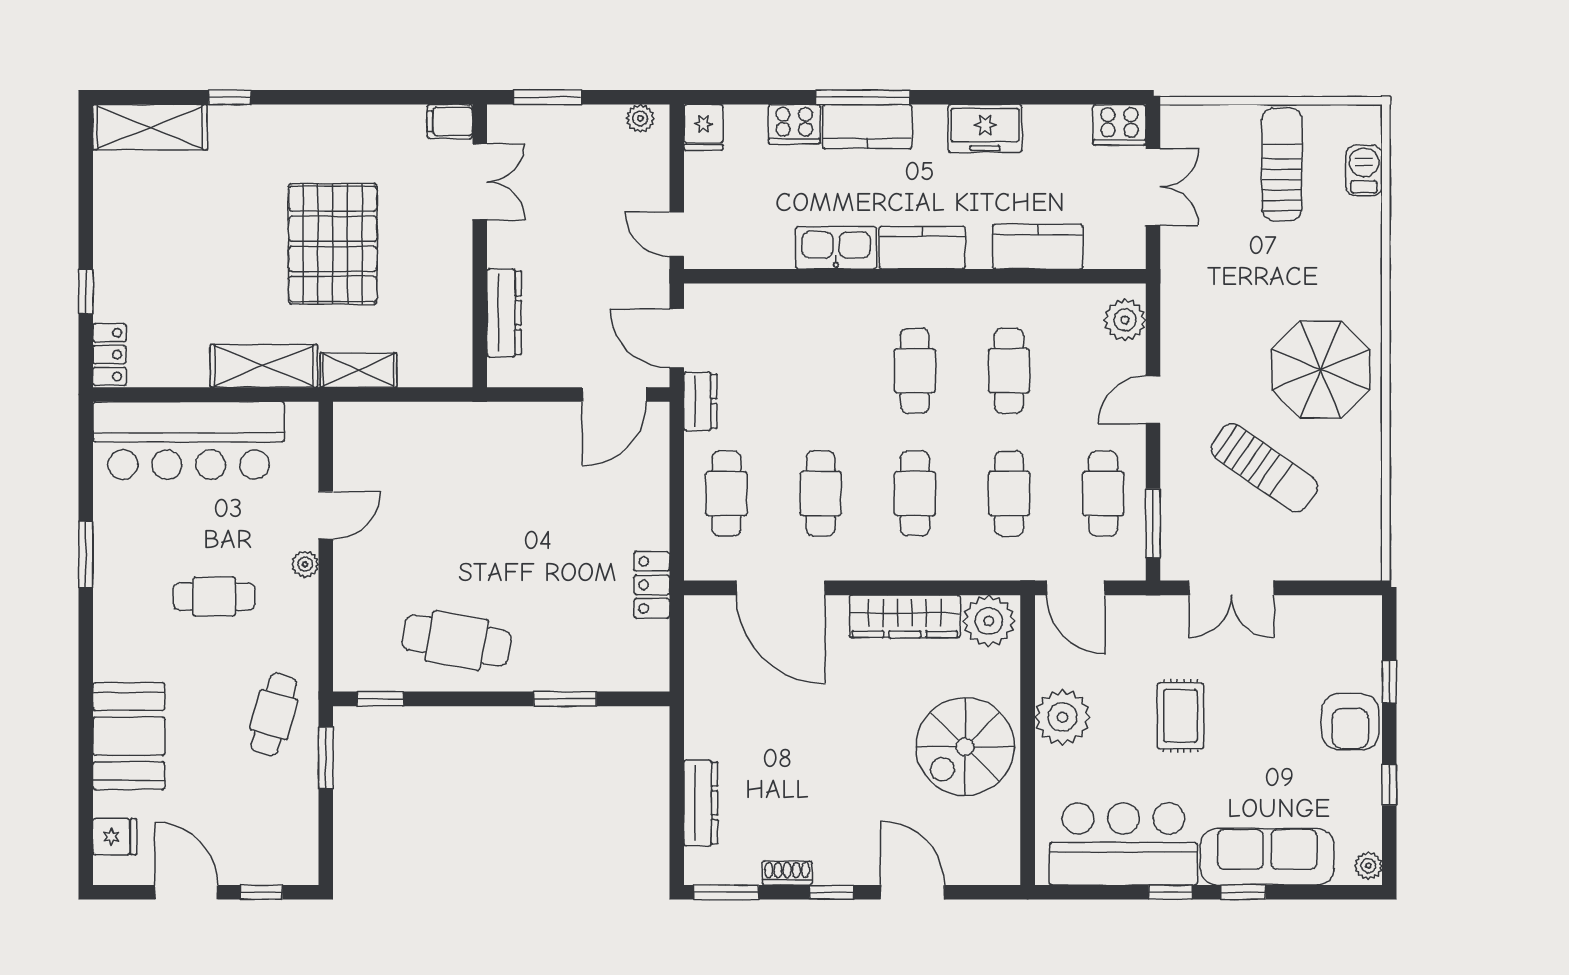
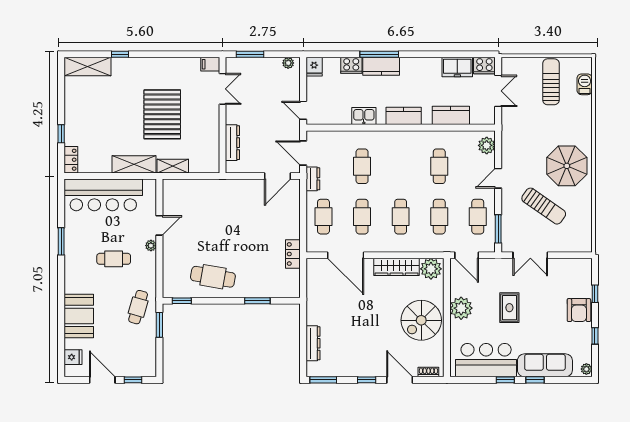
freezer: (985, 128) -> (457, 67), moved
kitchen sink: (836, 248) -> (364, 116), width x0.73
cafe table: (915, 371) -> (362, 166), moved
shoe rack: (787, 873) -> (428, 372), moved

